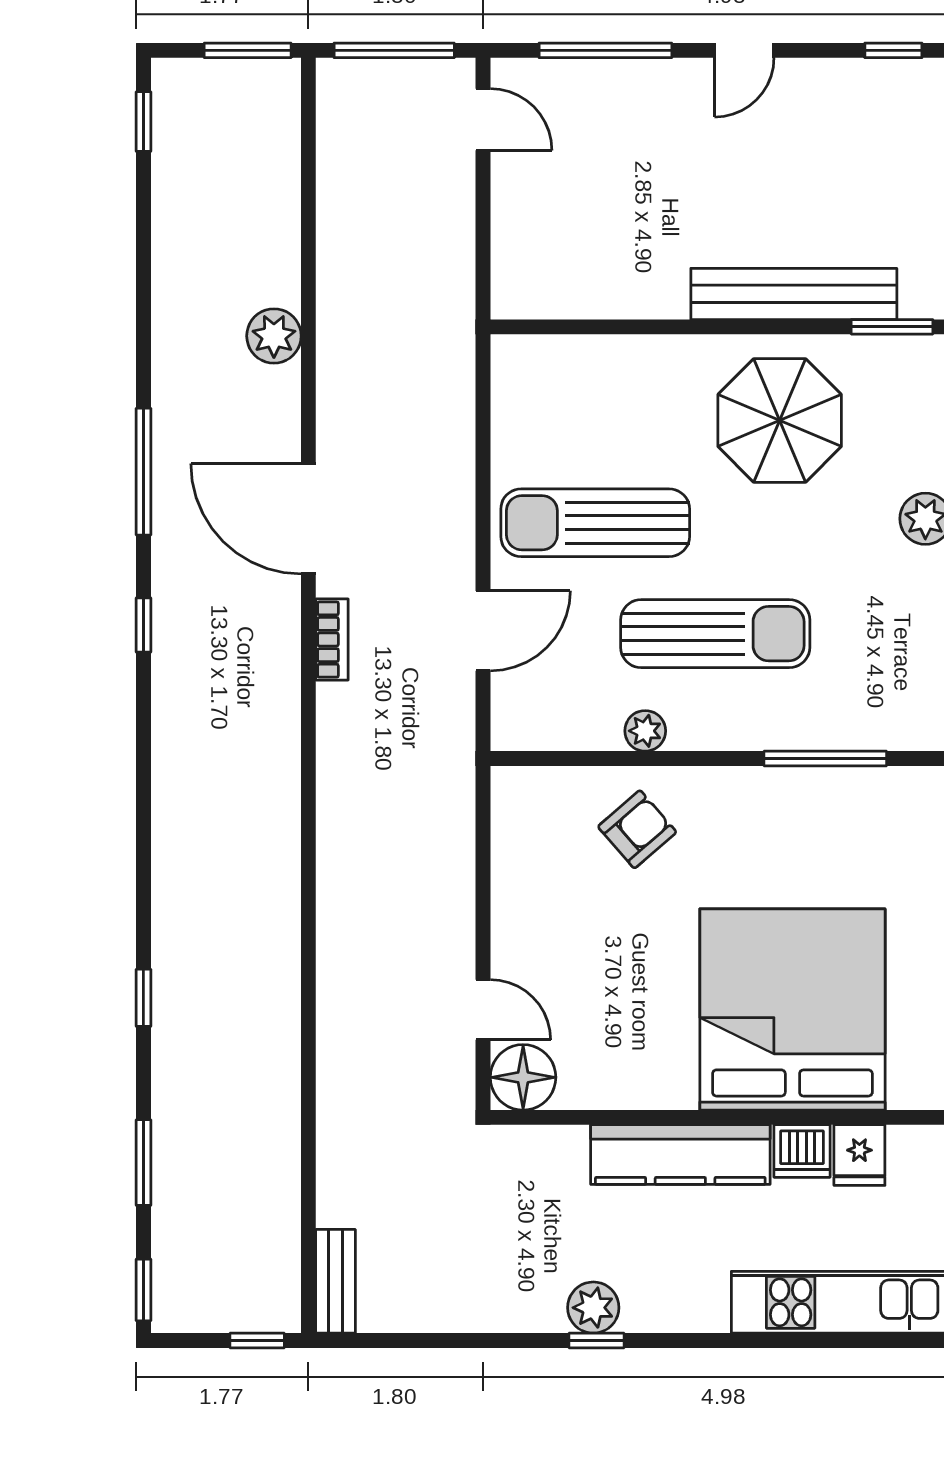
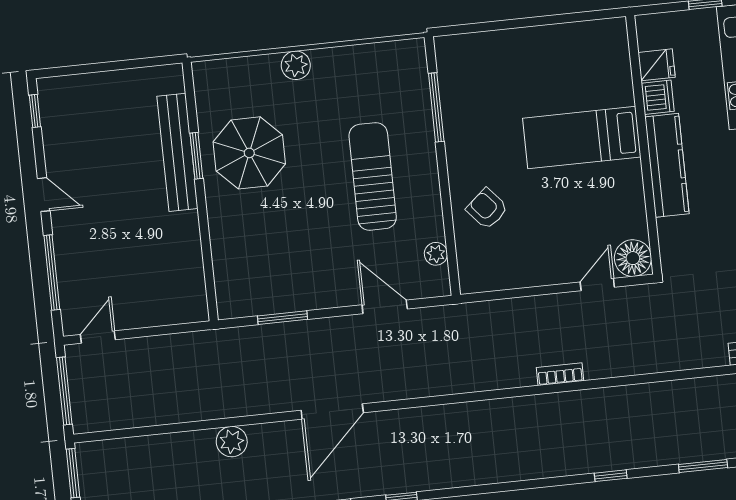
window: (892, 327) -> (196, 156), moved
window: (483, 448) -> (282, 318), added
sun lounger: (595, 523) -> (318, 250), removed
bookcase: (332, 640) -> (560, 374), moved
plant: (645, 731) -> (436, 254), moved
bed: (792, 1009) -> (582, 138), width x0.49

